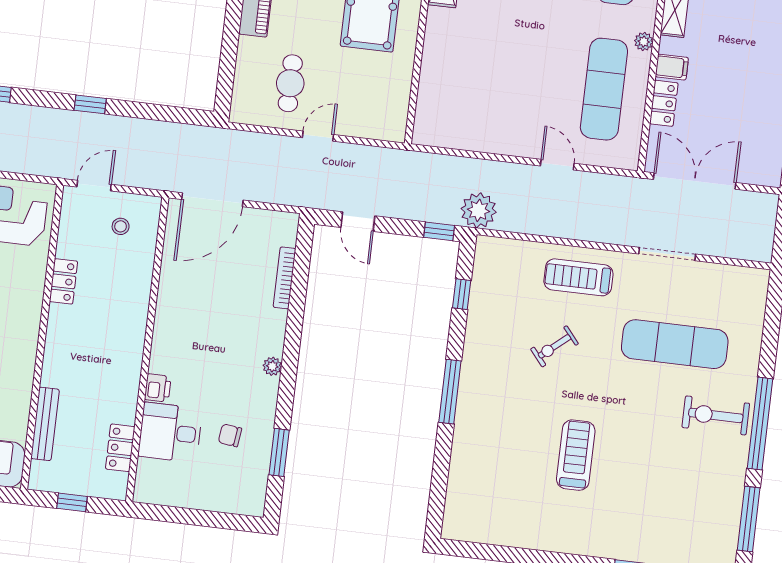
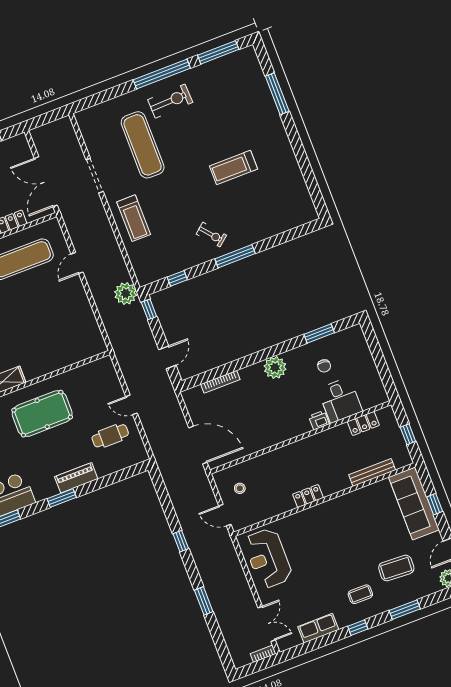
locker: (64, 281) -> (308, 496), moved
exercise bike: (554, 346) -> (211, 235), moved
plant: (272, 366) -> (275, 368), width x1.88, depth x1.88
exercise bike: (716, 415) -> (170, 101), turned -92

